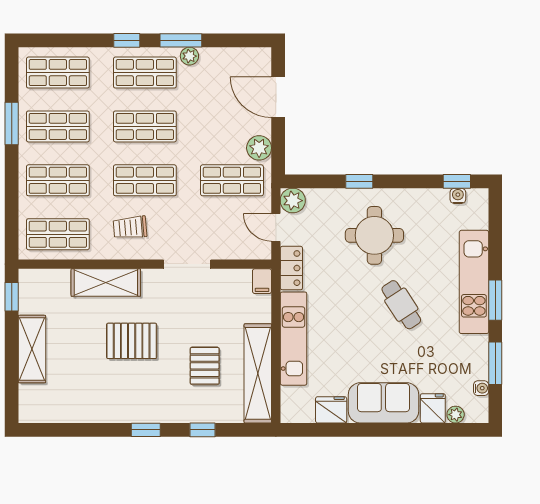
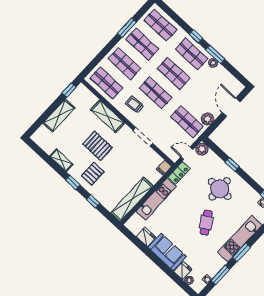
door: (276, 227) -> (187, 153), hinge flipped
pallet: (205, 366) -> (93, 174), moved
shelving: (98, 413) -> (61, 160), added

